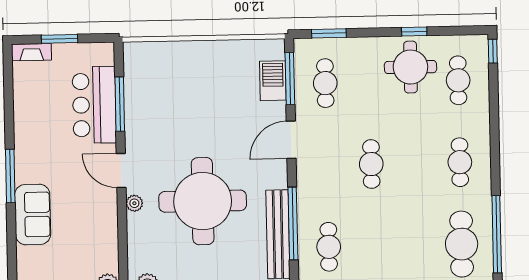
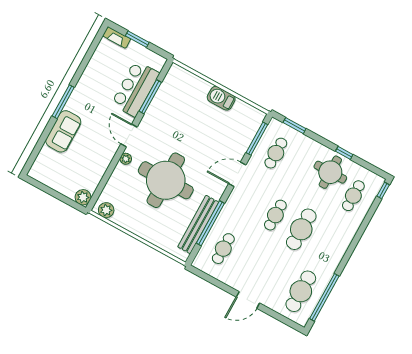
barbecue: (273, 81) -> (221, 98), moved, turned -90
cafe table: (460, 162) -> (301, 229), moved, width x1.37, depth x1.35

